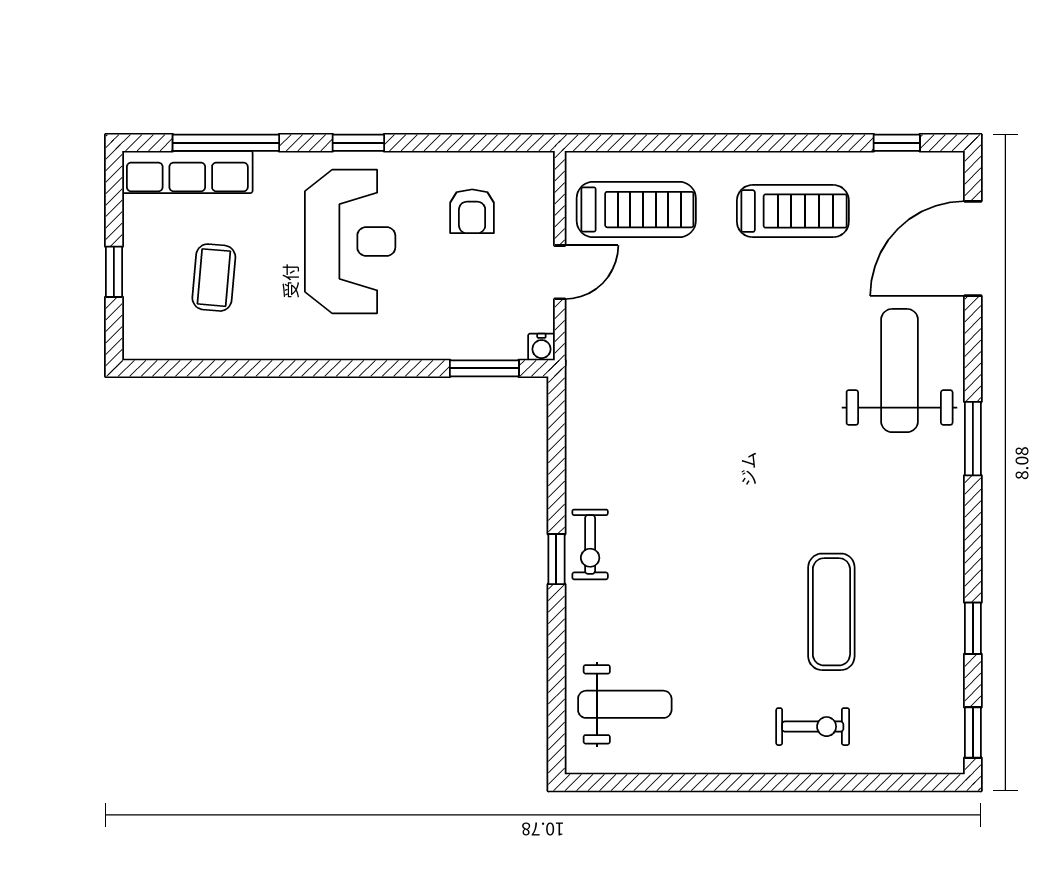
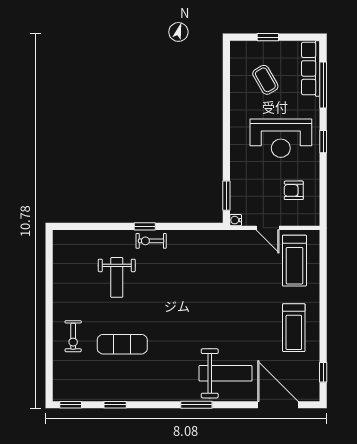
coffee table: (214, 278) -> (265, 80), turned 55
weight bench: (625, 704) -> (117, 277), moved

